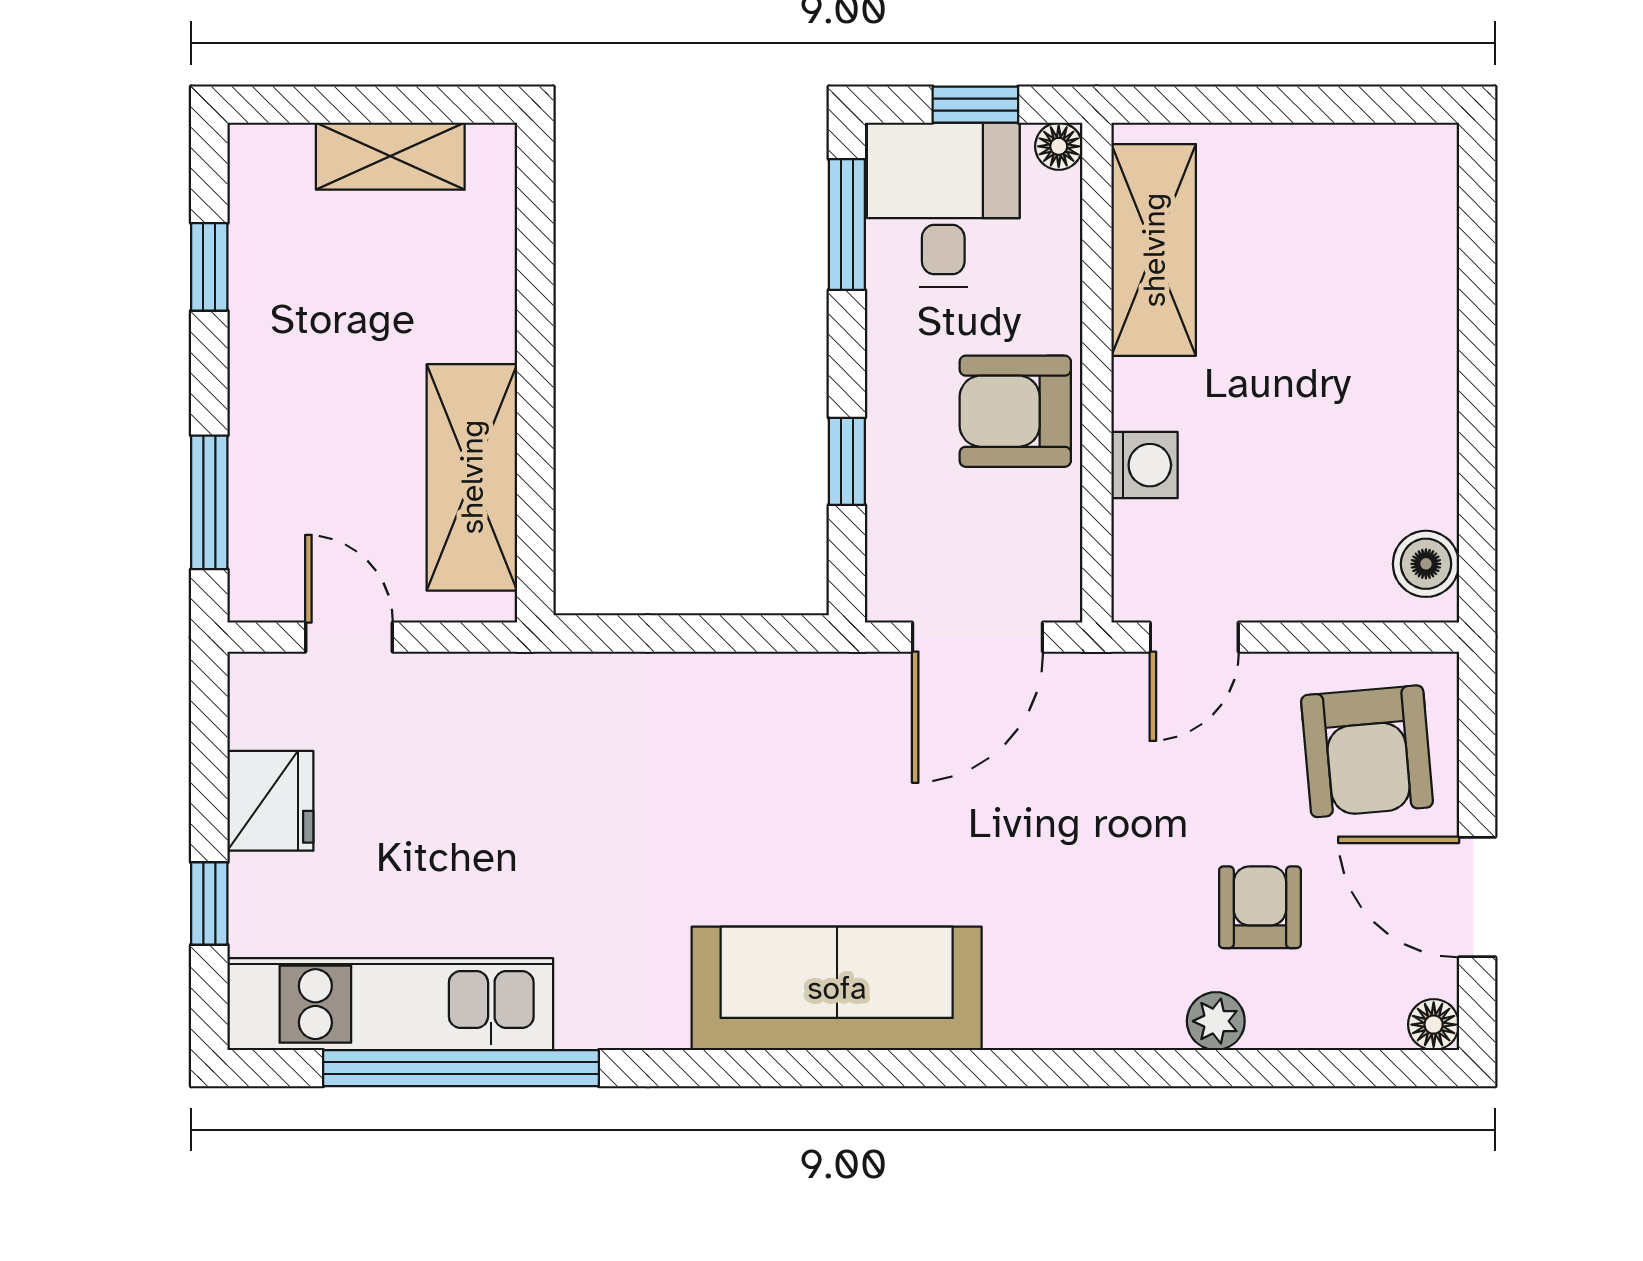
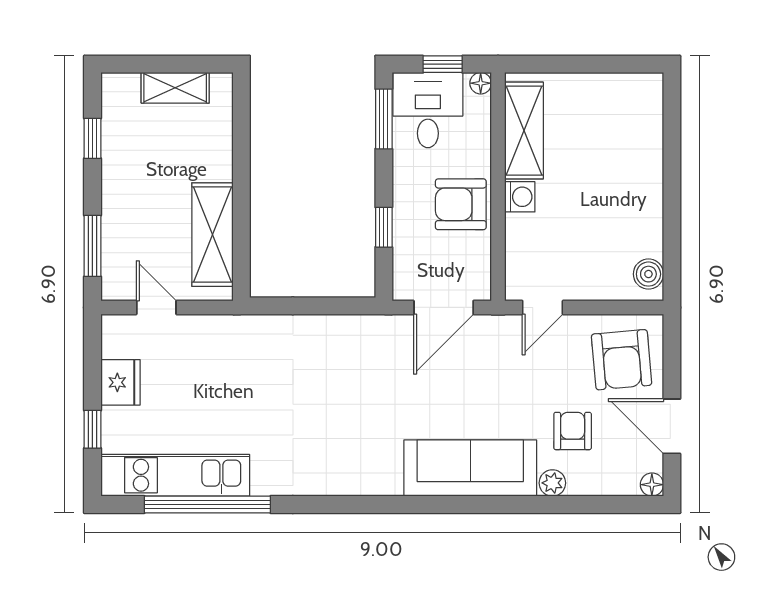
washing machine: (1144, 465) -> (520, 197), moved
sofa: (837, 988) -> (470, 468), moved

